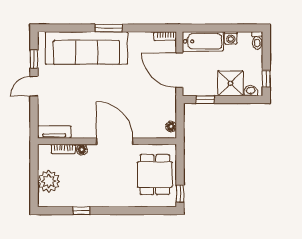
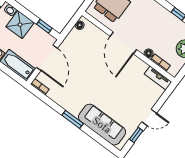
sofa: (86, 48) -> (102, 125), width x0.74, depth x0.79

